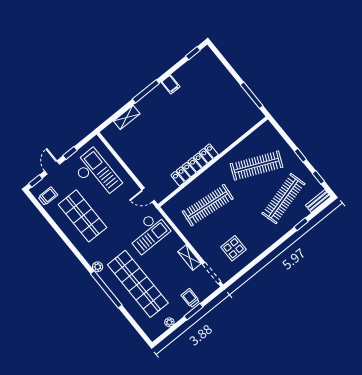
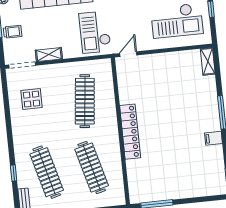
shelving: (127, 117) -> (208, 61), moved
locker: (195, 165) -> (130, 132), moved
clothes rail: (256, 166) -> (92, 167), turned -39

